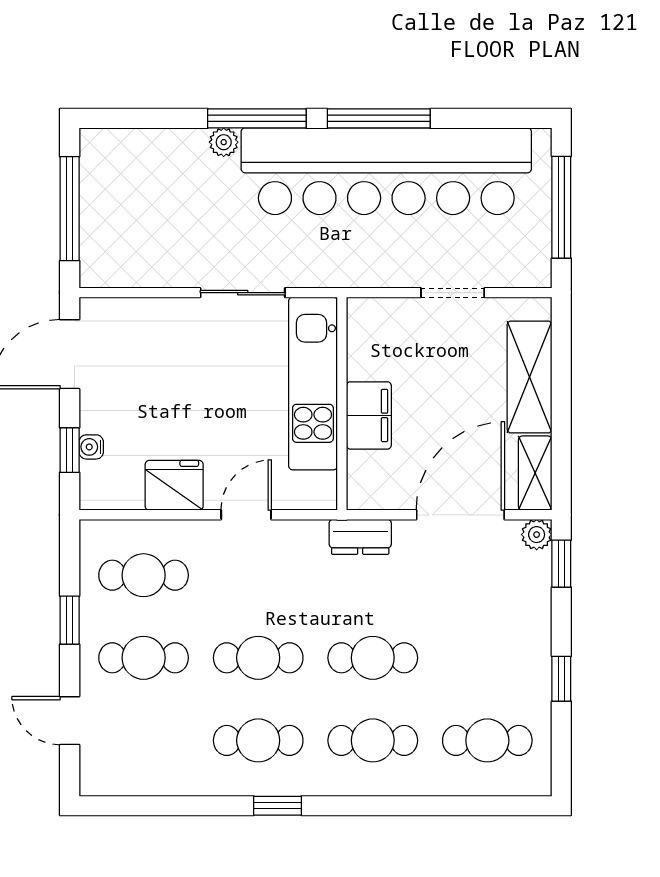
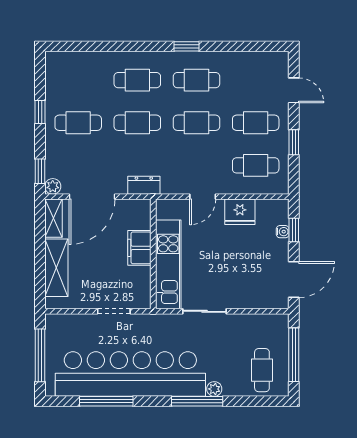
window: (379, 118) -> (106, 401), moved
cafe table: (131, 179) -> (262, 370), added
doorway: (453, 293) -> (114, 311), moved
cafe table: (487, 740) -> (78, 123), moved

